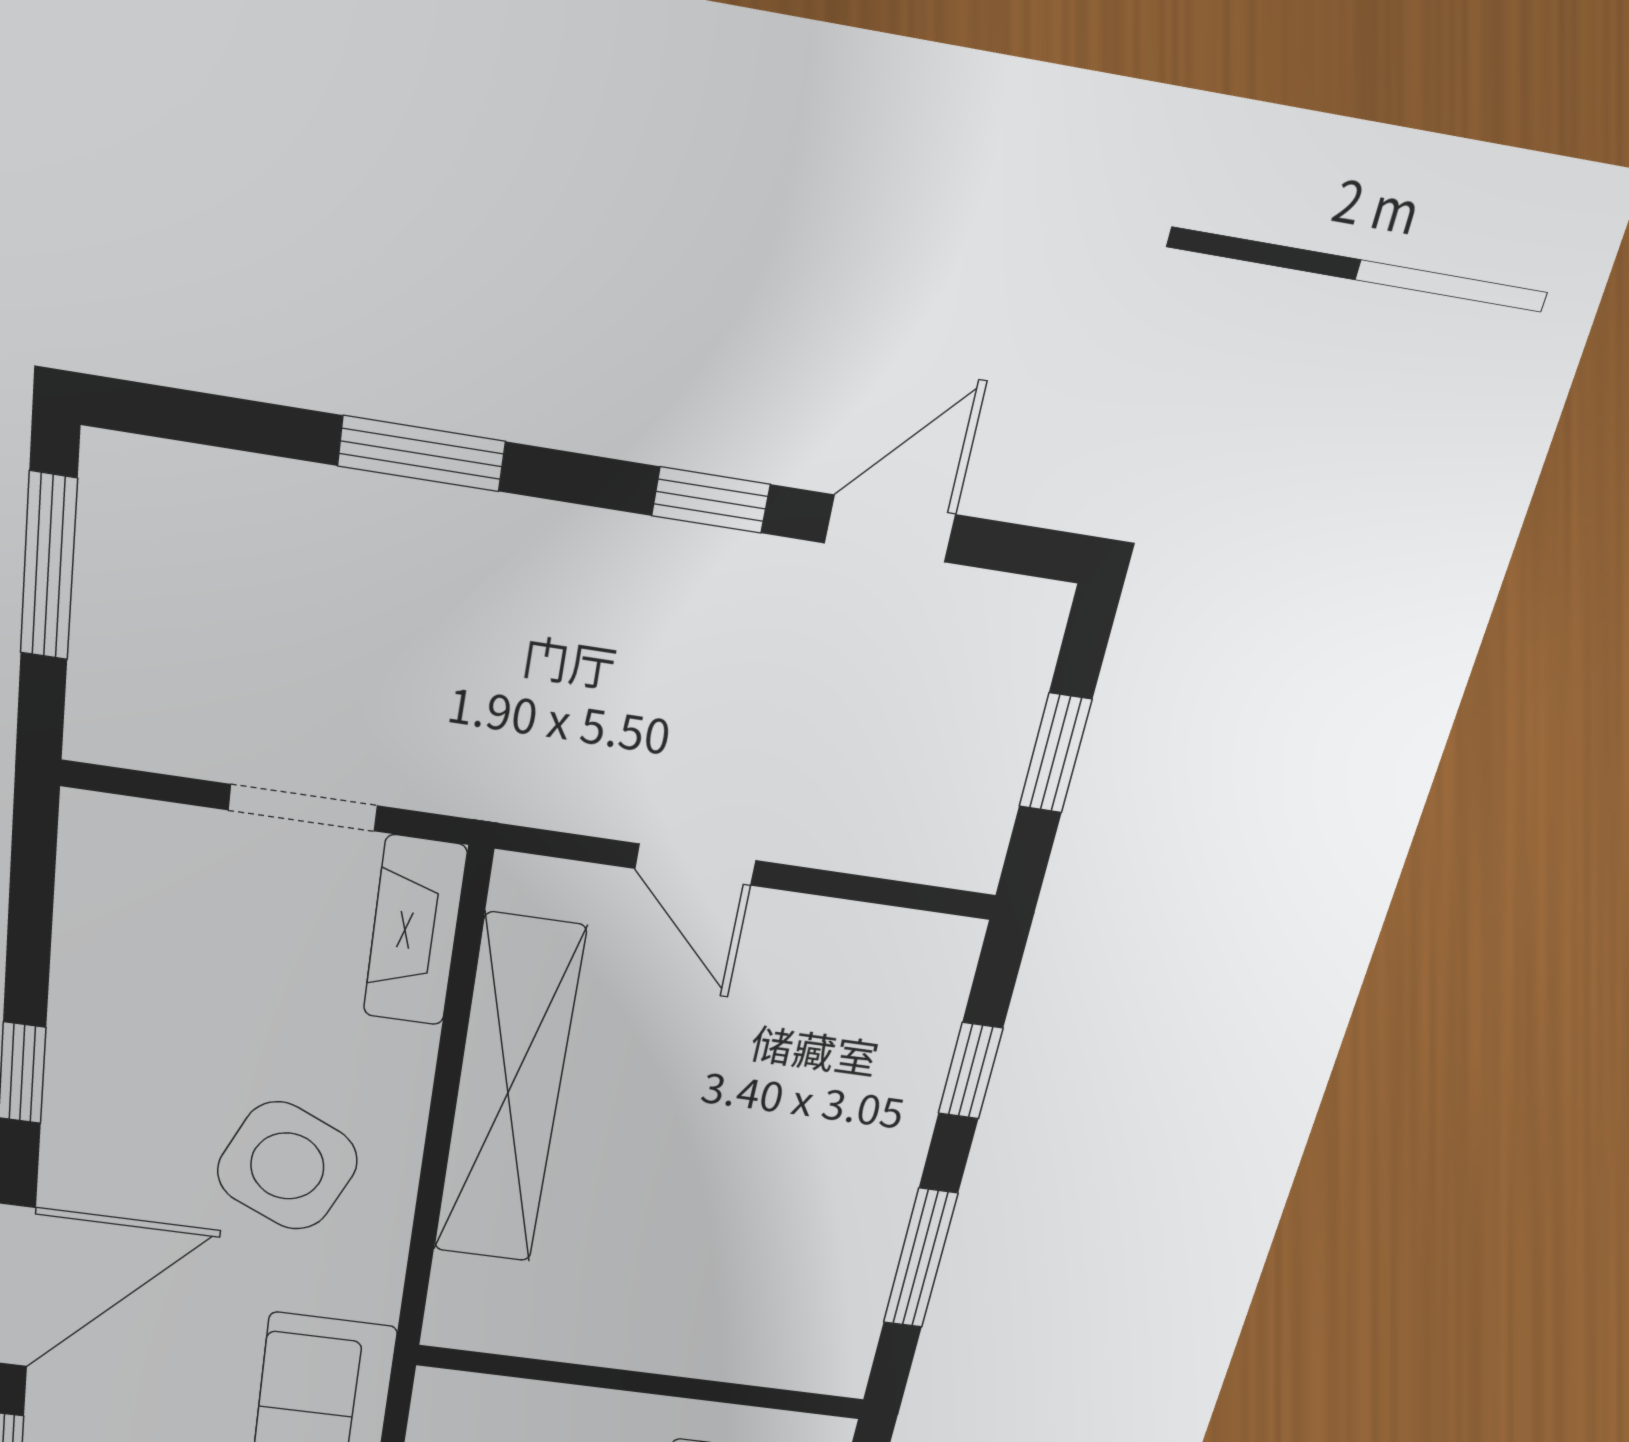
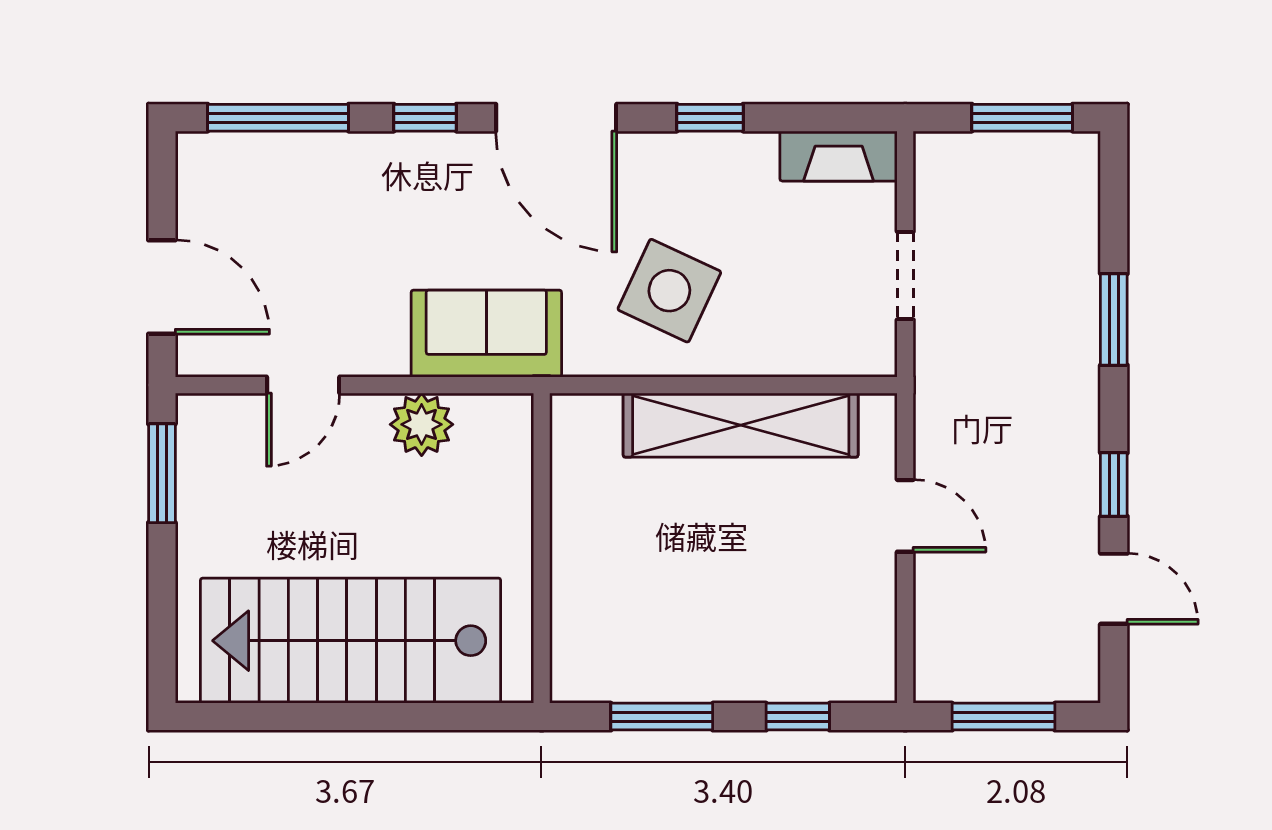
window: (1055, 753) -> (1004, 717), width x1.50
door: (695, 865) -> (905, 516), swing flipped
fireplace: (415, 931) -> (839, 156), moved, turned 180

